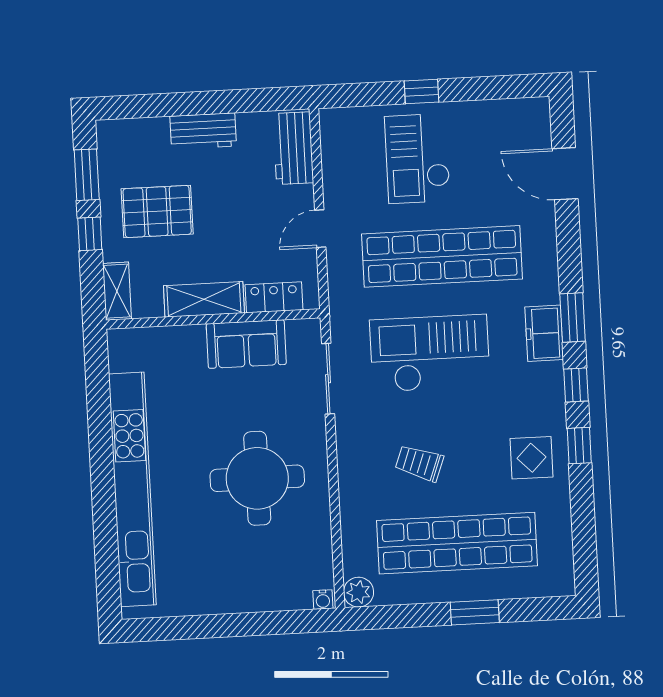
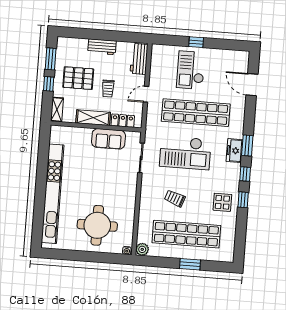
trolley: (230, 227) -> (108, 89), added
checkout: (430, 353) -> (185, 153), turned 180
round table: (257, 478) -> (97, 225), moved

